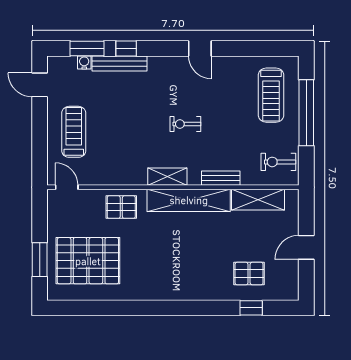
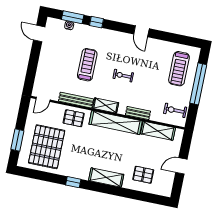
bench: (120, 63) -> (76, 100), moved
treadmill: (74, 132) -> (87, 65), moved
door: (67, 187) -> (43, 99), swing flipped
pallet: (88, 261) -> (47, 147), turned 90
shelving: (192, 290) -> (106, 177), added
window: (251, 308) -> (73, 182), moved

